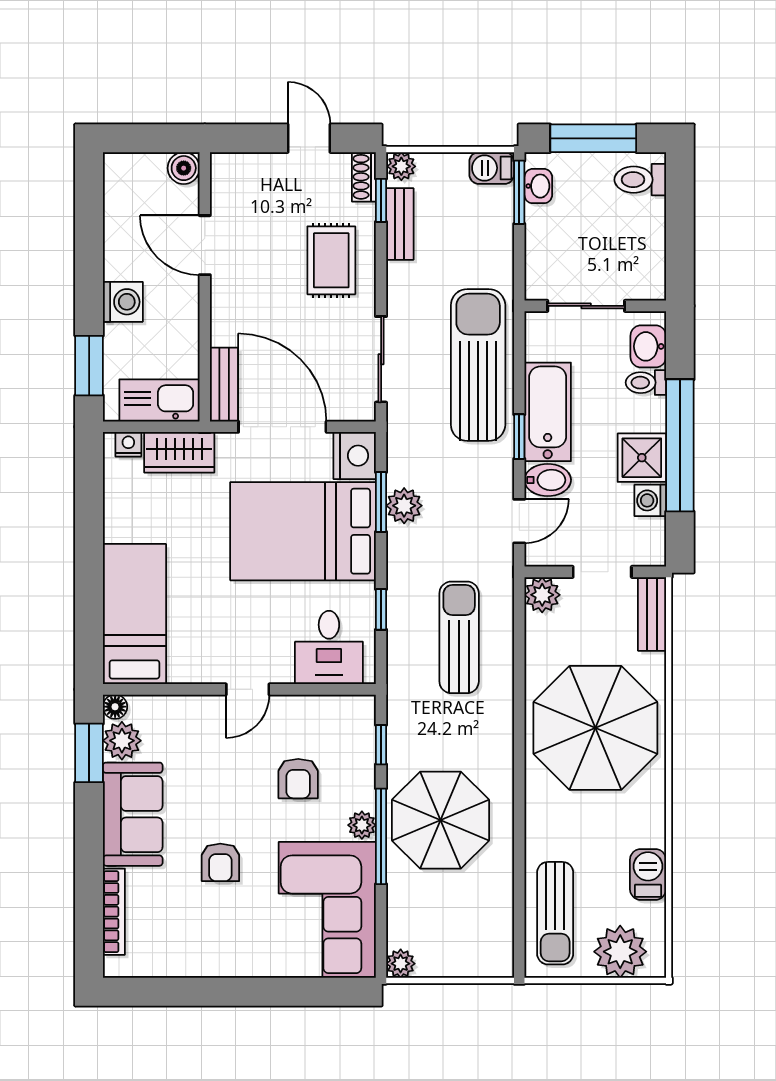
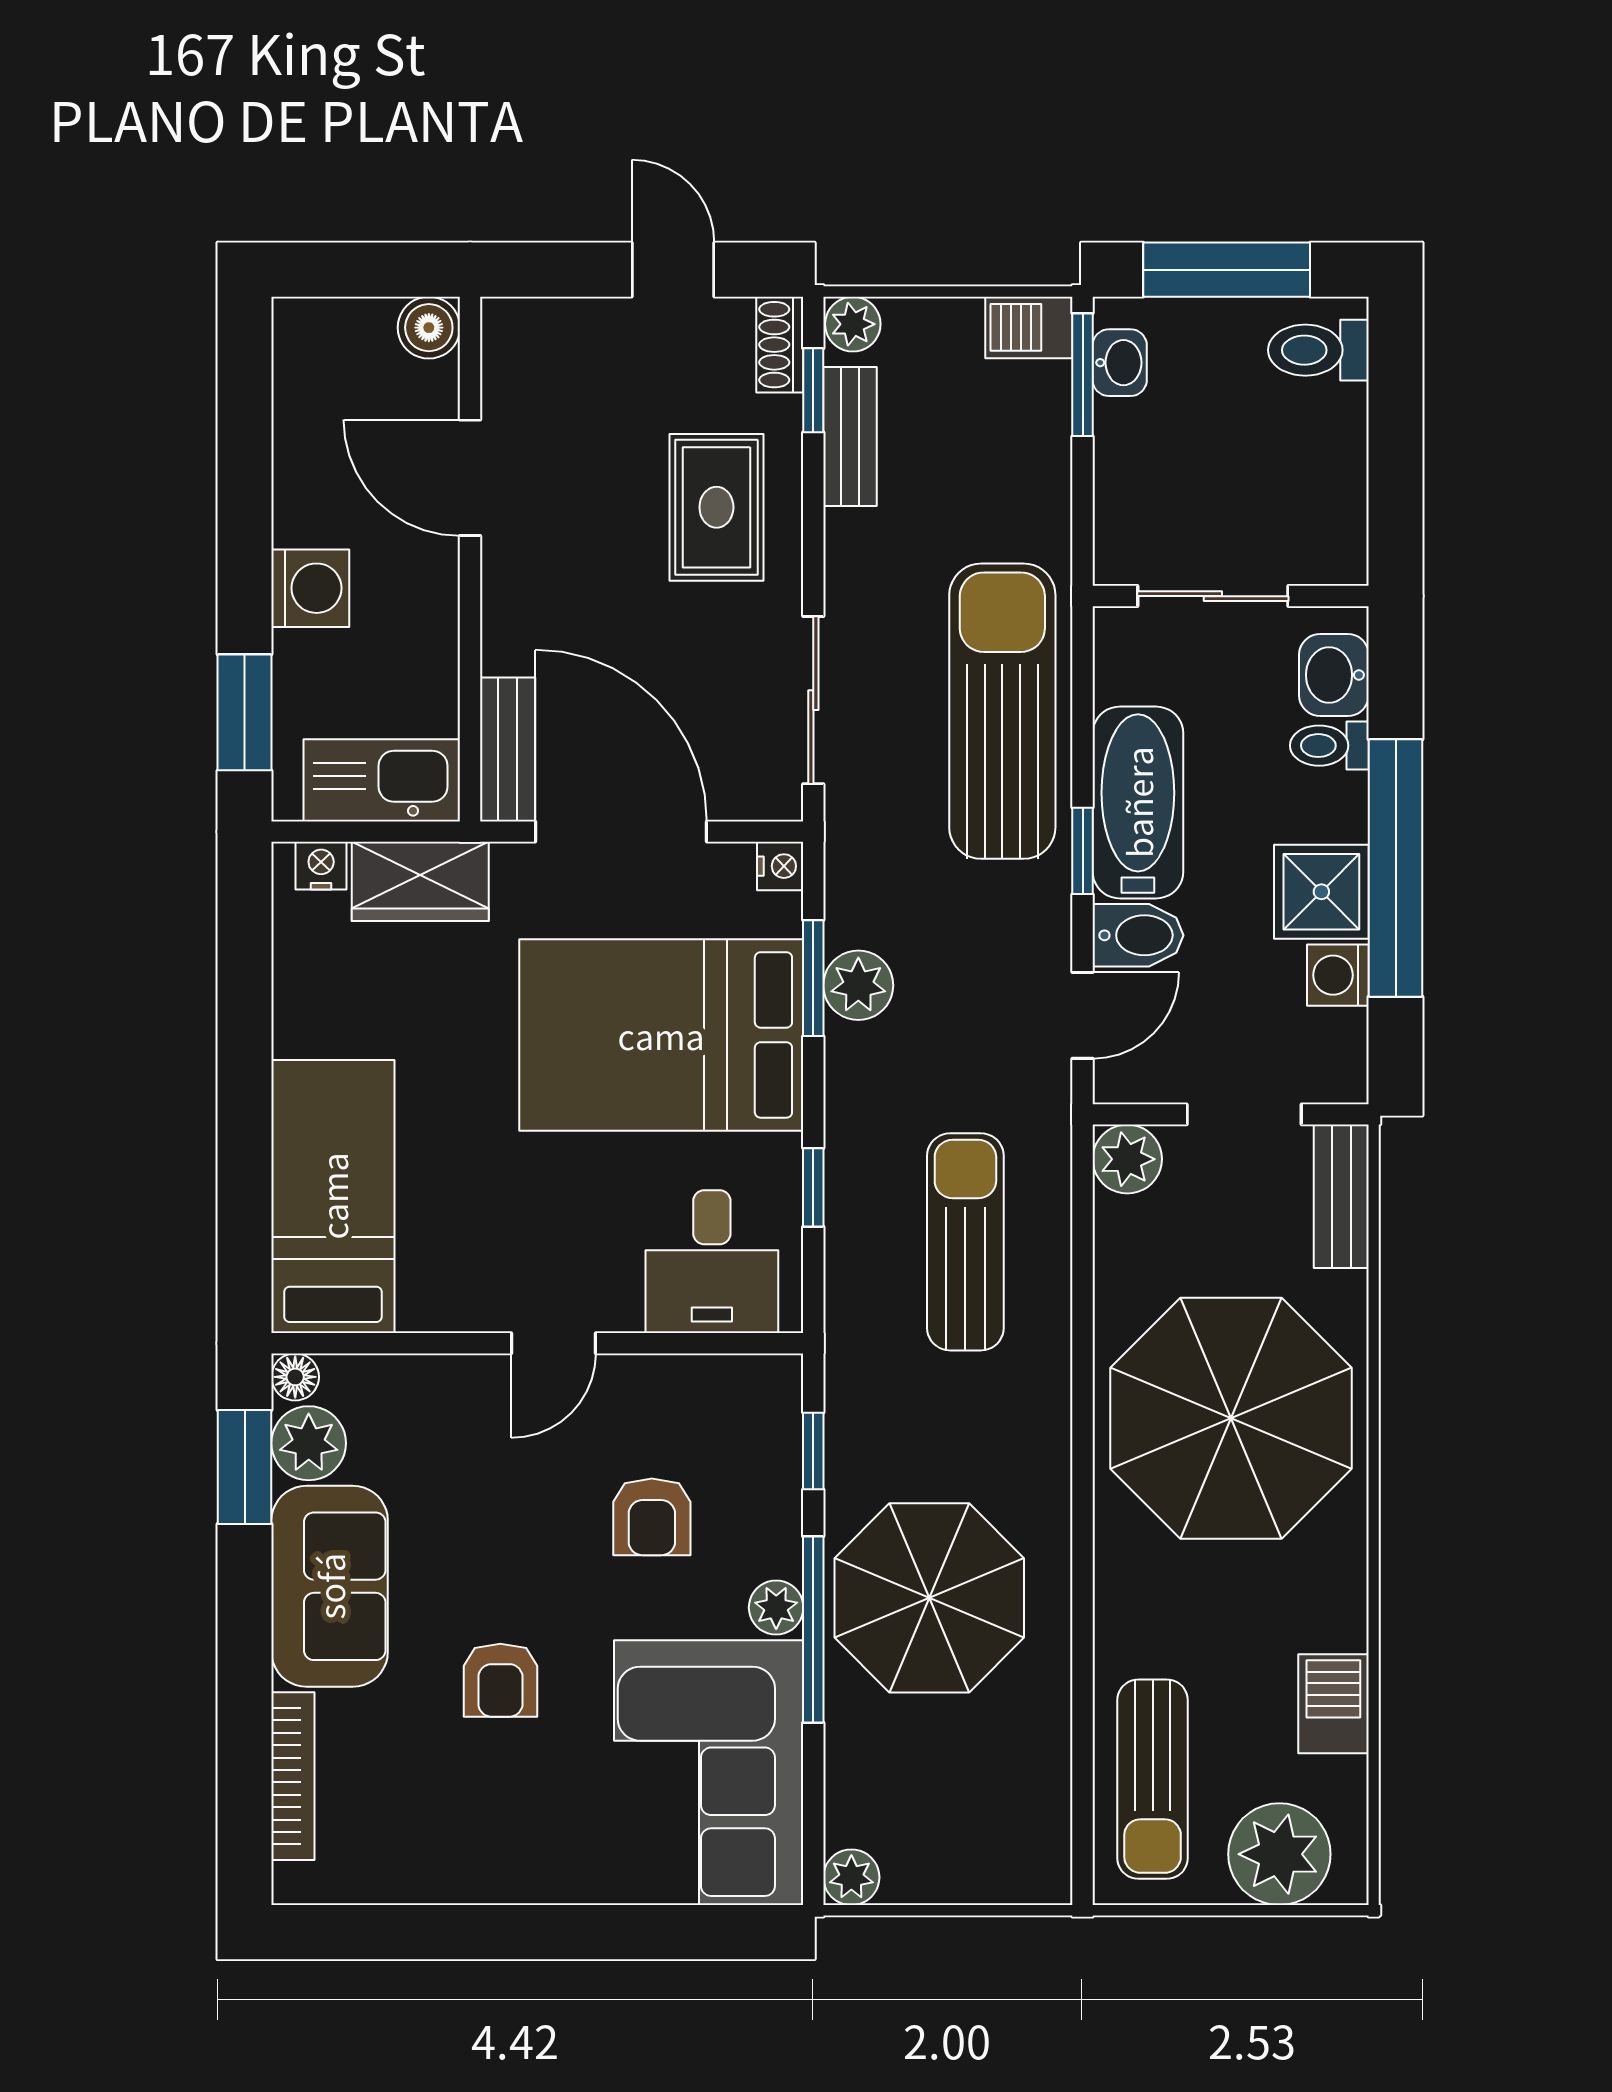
nightstand: (355, 456) -> (780, 866), width x0.53, depth x0.56

